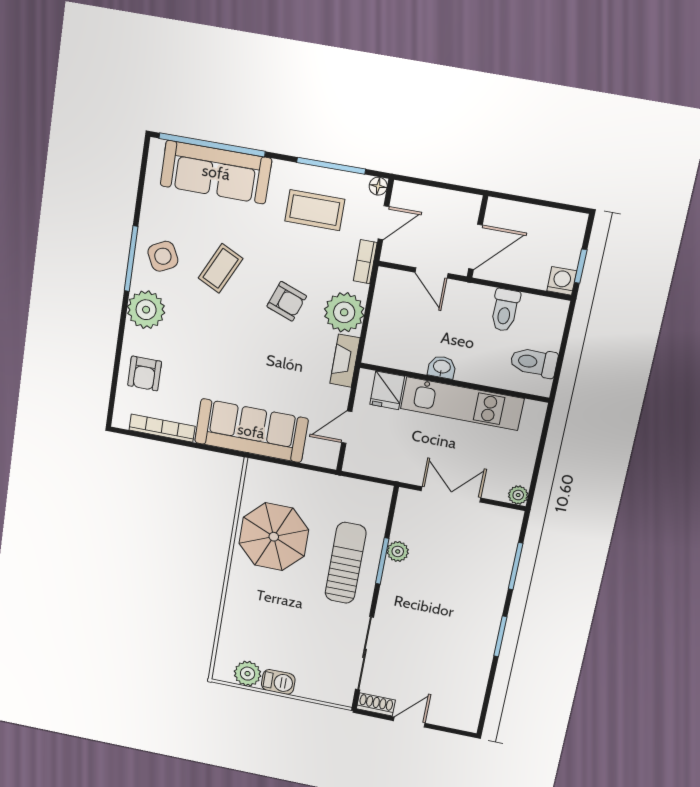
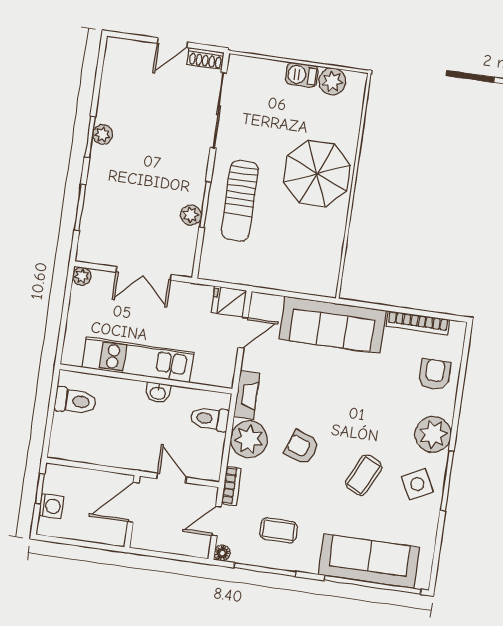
coffee table: (315, 210) -> (278, 530), width x0.73, depth x0.77
washing machine: (562, 281) -> (51, 506), moved, turned -90
toilet: (505, 310) -> (210, 419), moved, turned -90
fridge: (387, 390) -> (229, 302), moved, turned -90
parasol: (274, 537) -> (317, 174), moved
plant: (487, 638) -> (103, 135), added

